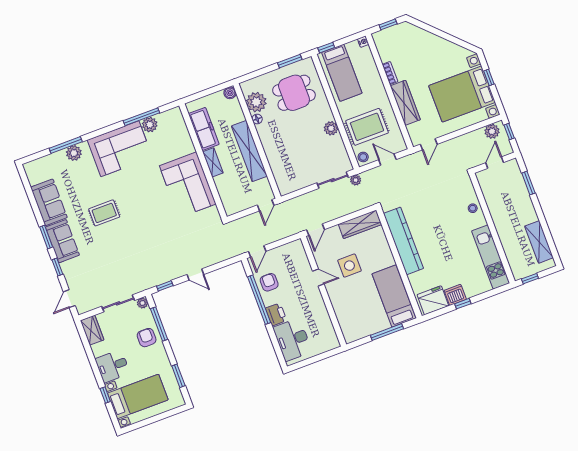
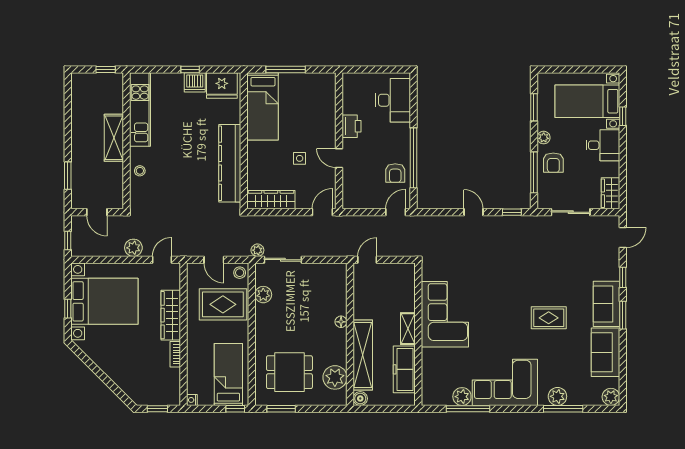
floor lamp: (257, 119) -> (341, 322), moved
plant: (331, 128) -> (263, 295), moved
plant: (492, 131) -> (133, 248), moved
shelving: (249, 151) -> (363, 355), moved
door: (495, 163) -> (97, 212), hinge flipped
plant: (31, 169) -> (611, 397), added
shelving: (539, 242) -> (114, 138), moved
side table: (349, 266) -> (300, 158), width x0.54, depth x0.54
plant: (143, 303) -> (544, 138), moved
printer: (276, 314) -> (352, 126), moved, turned 180

